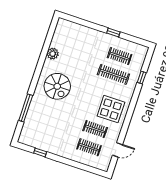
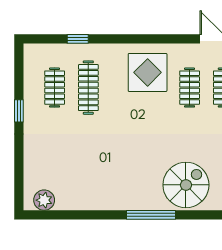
plant: (53, 54) -> (44, 200), moved
spiral stairs: (57, 86) -> (186, 185), moved
window: (26, 108) -> (151, 215), moved

